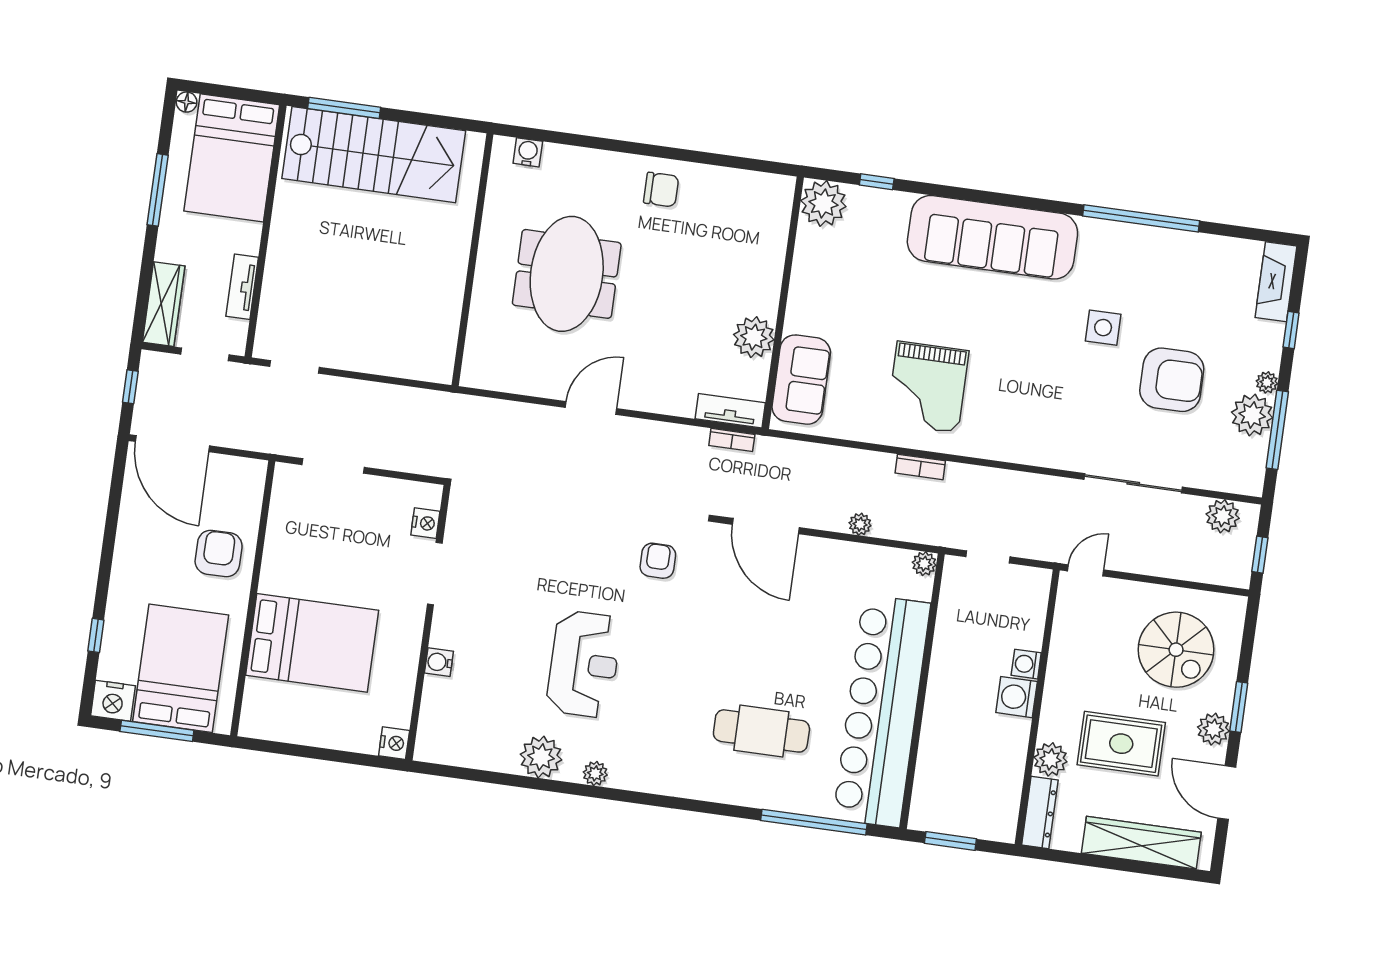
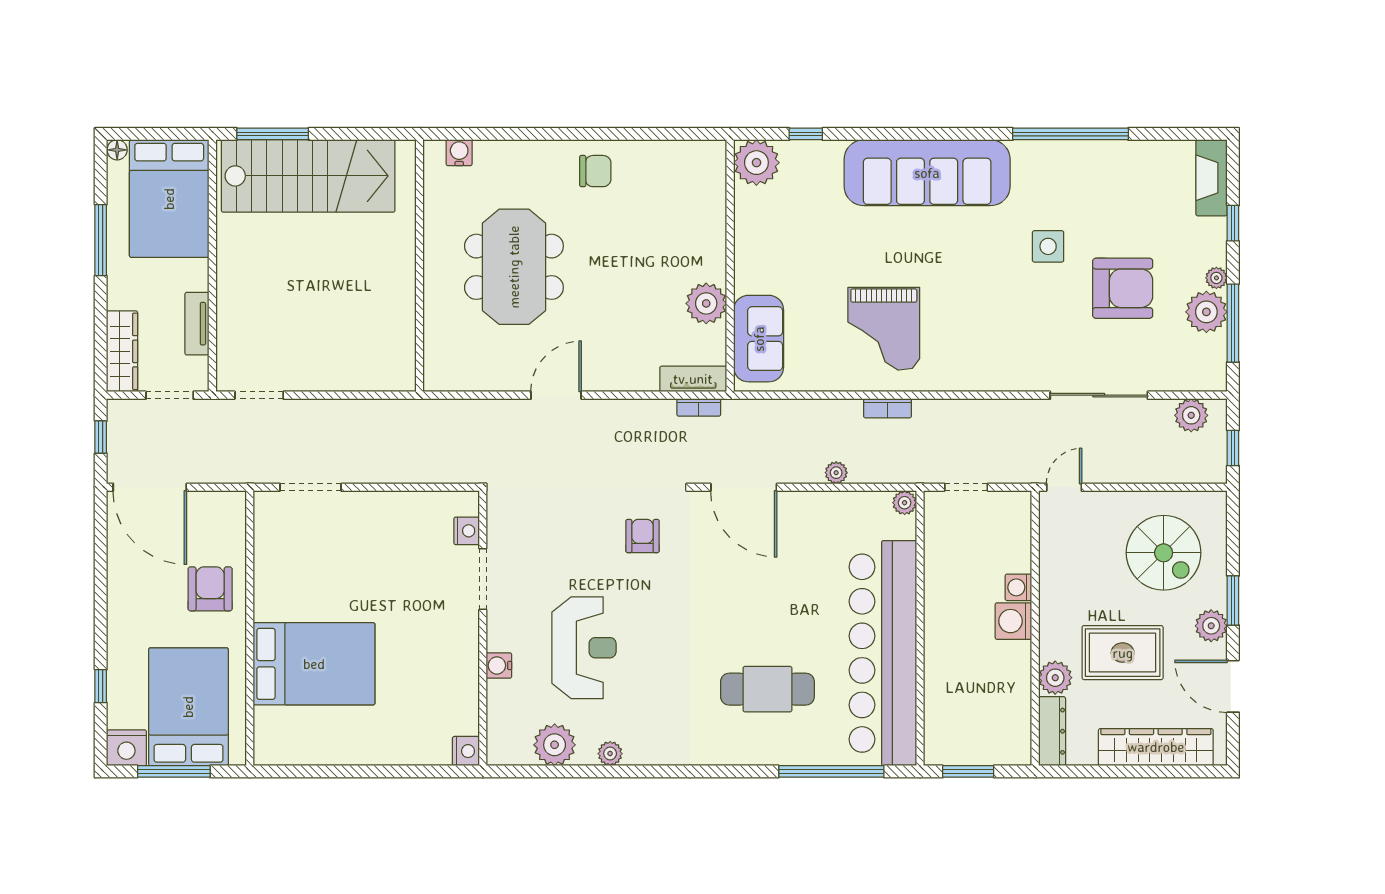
nightstand: (425, 523) -> (467, 531), moved
doorway: (435, 574) -> (483, 579), moved
wall: (428, 623) -> (483, 628), moved
water cooler: (439, 662) -> (499, 665), moved
nightstand: (394, 743) -> (466, 751), moved

